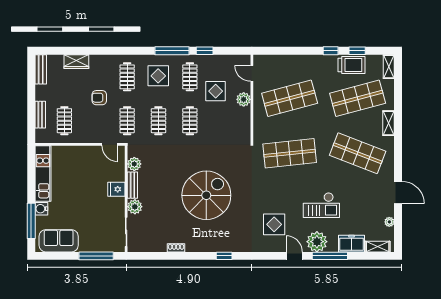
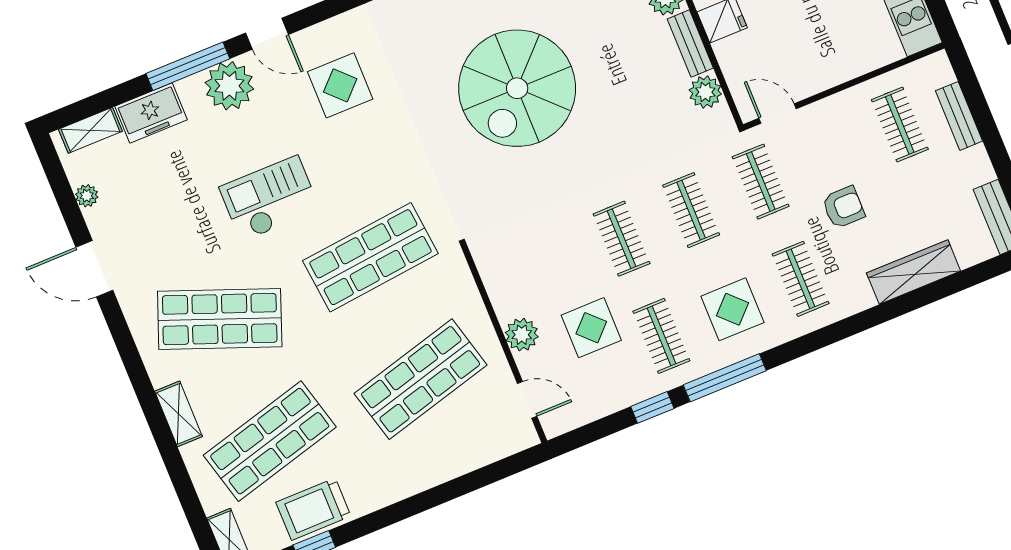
window: (331, 51) -> (373, 522), removed
wardrobe: (76, 62) -> (914, 272), width x1.50
checkout: (321, 205) -> (270, 199), moved

